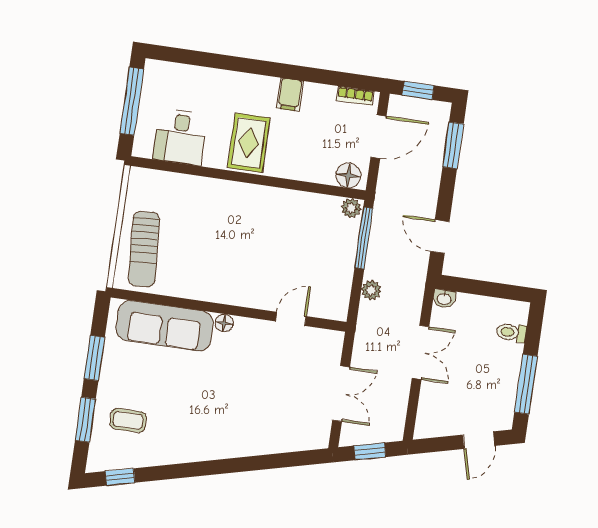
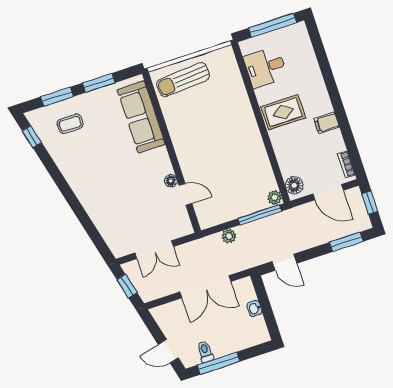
door: (440, 236) -> (284, 262), swing flipped
washbasin: (444, 299) -> (254, 308), moved
floor lamp: (224, 323) -> (171, 181), moved
toilet: (511, 332) -> (205, 351), moved
double door: (420, 352) -> (205, 287), width x1.37
coffee table: (128, 420) -> (70, 124), turned 90

